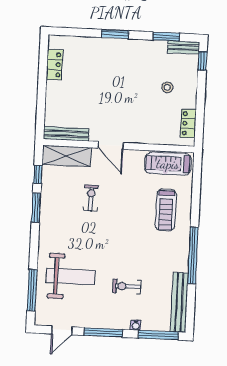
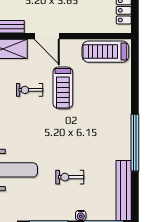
exercise bike: (91, 198) -> (30, 90), turned -90
treadmill: (166, 210) -> (63, 88), moved

